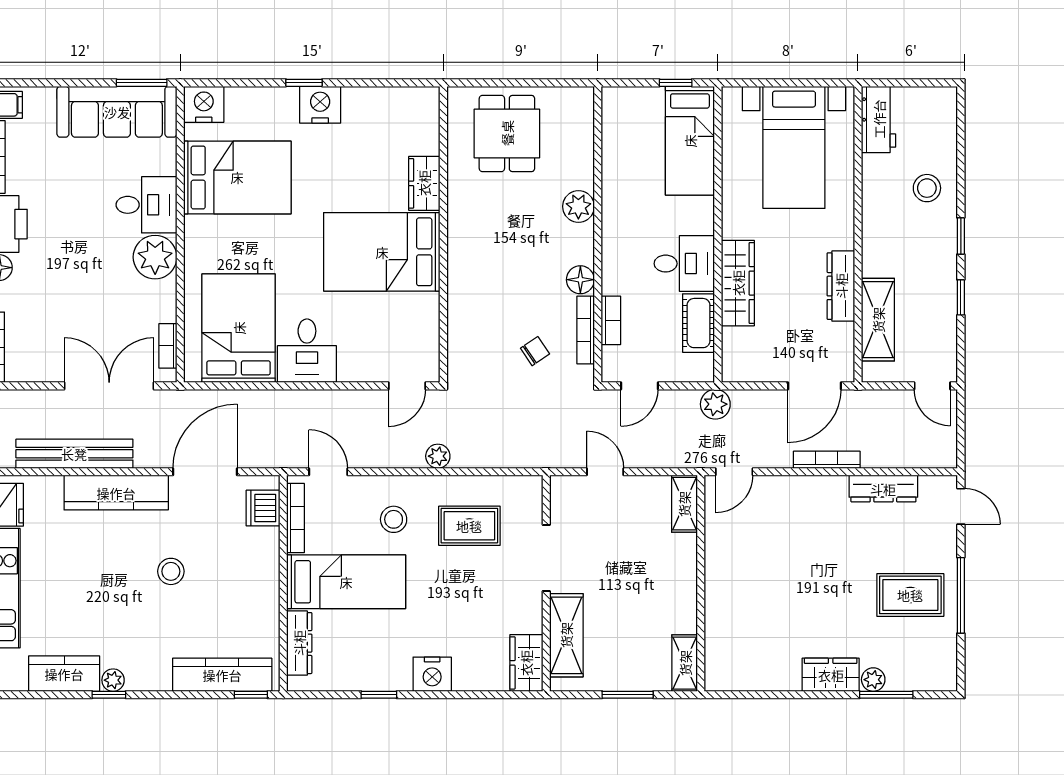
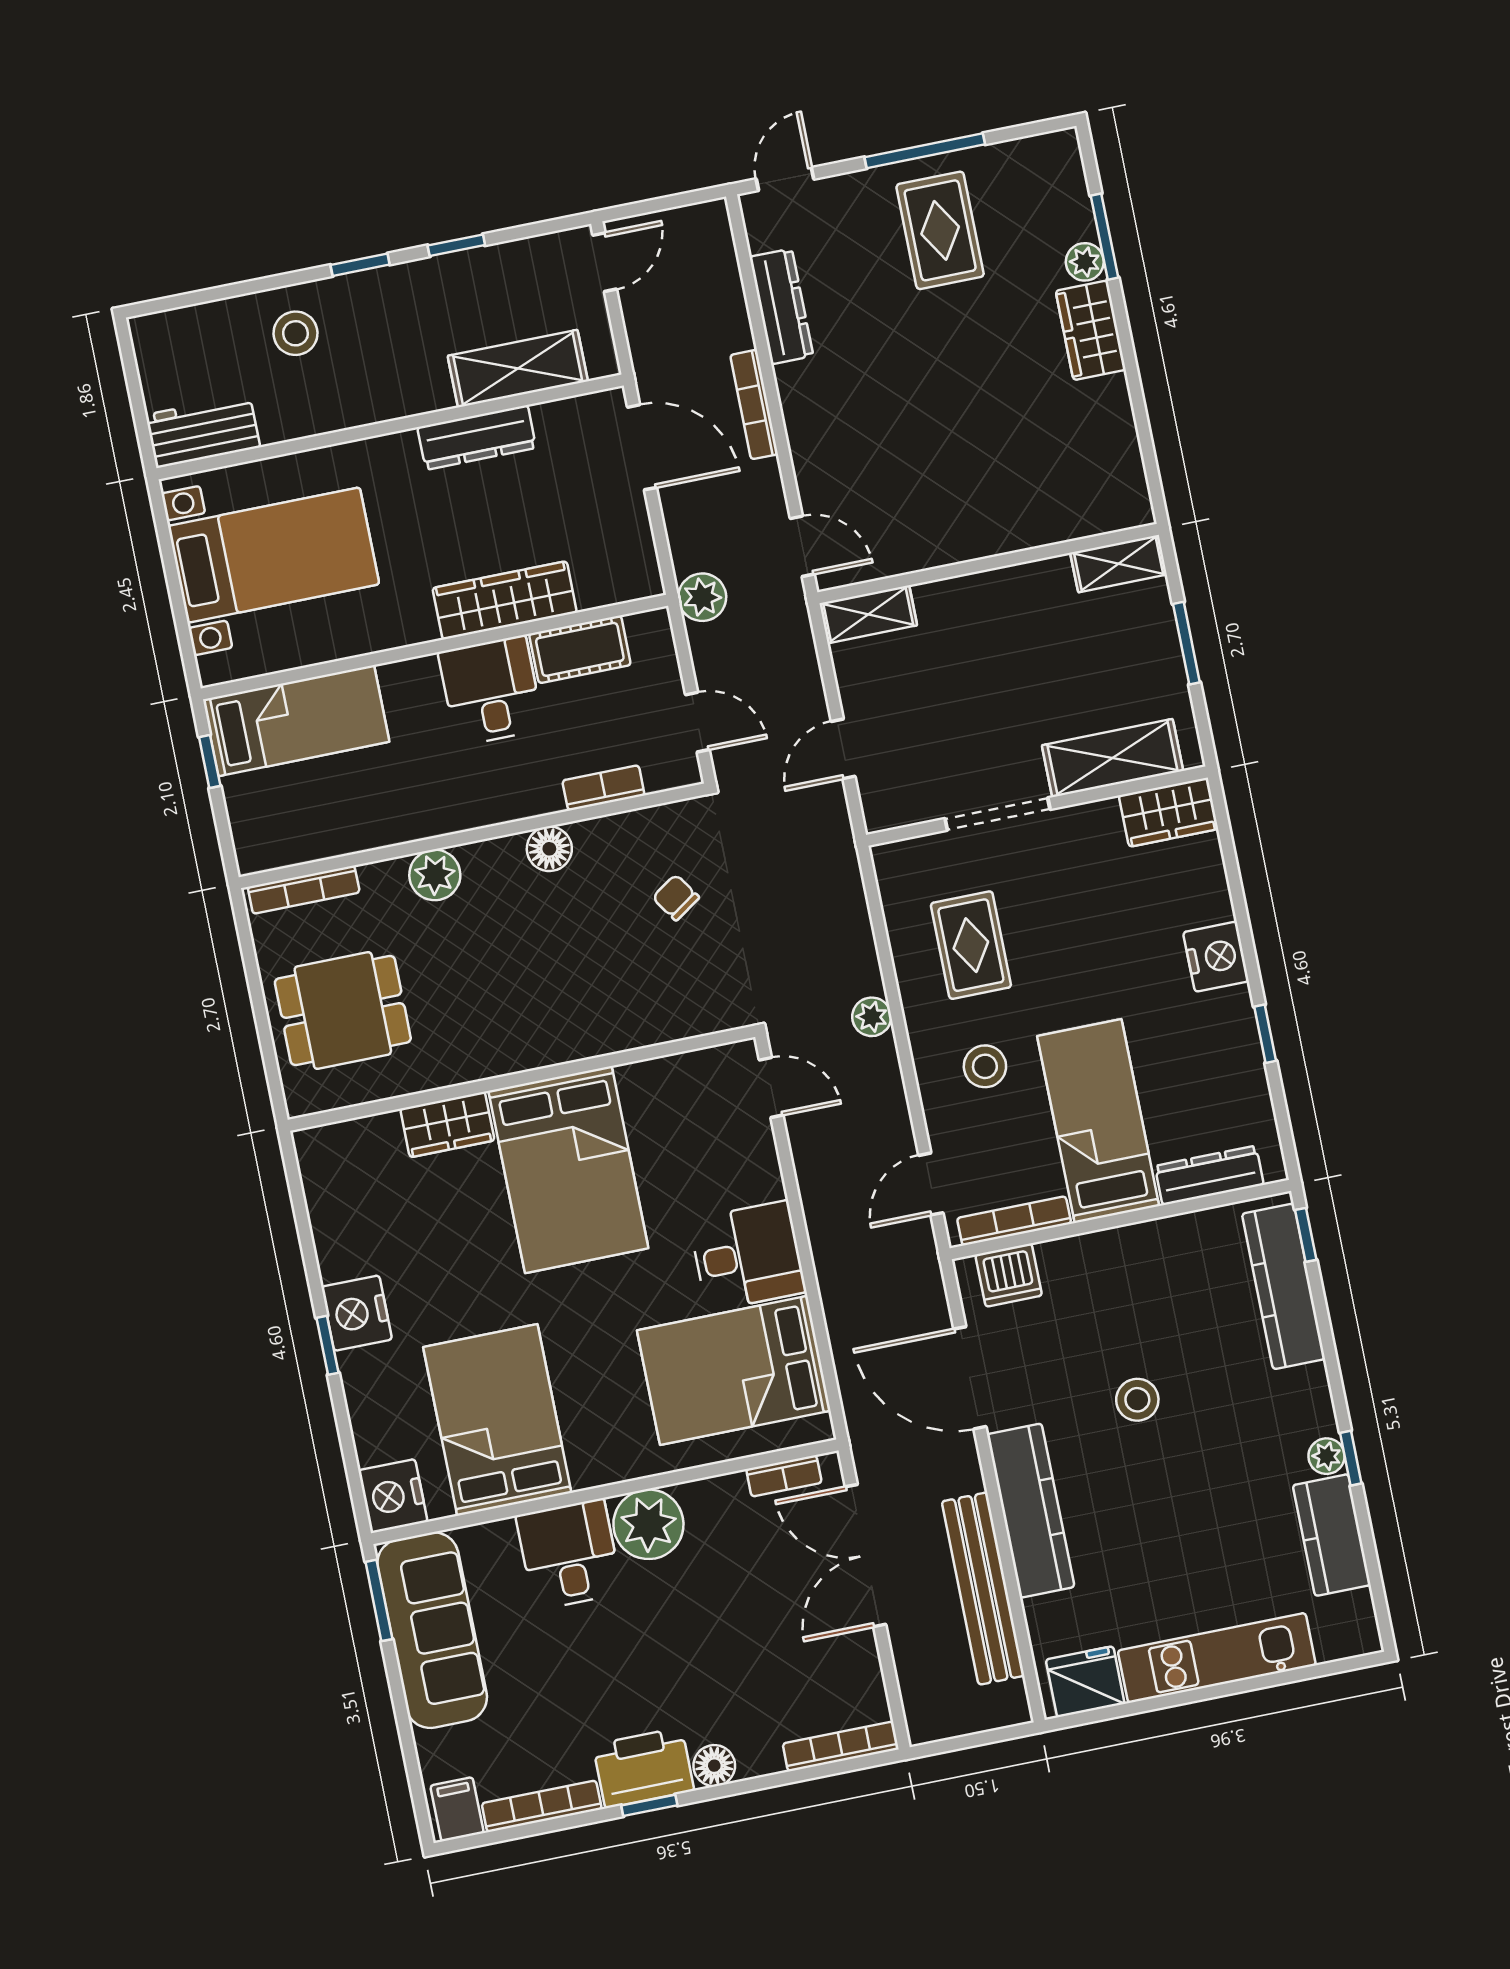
bookcase: (586, 330) -> (304, 890), moved

